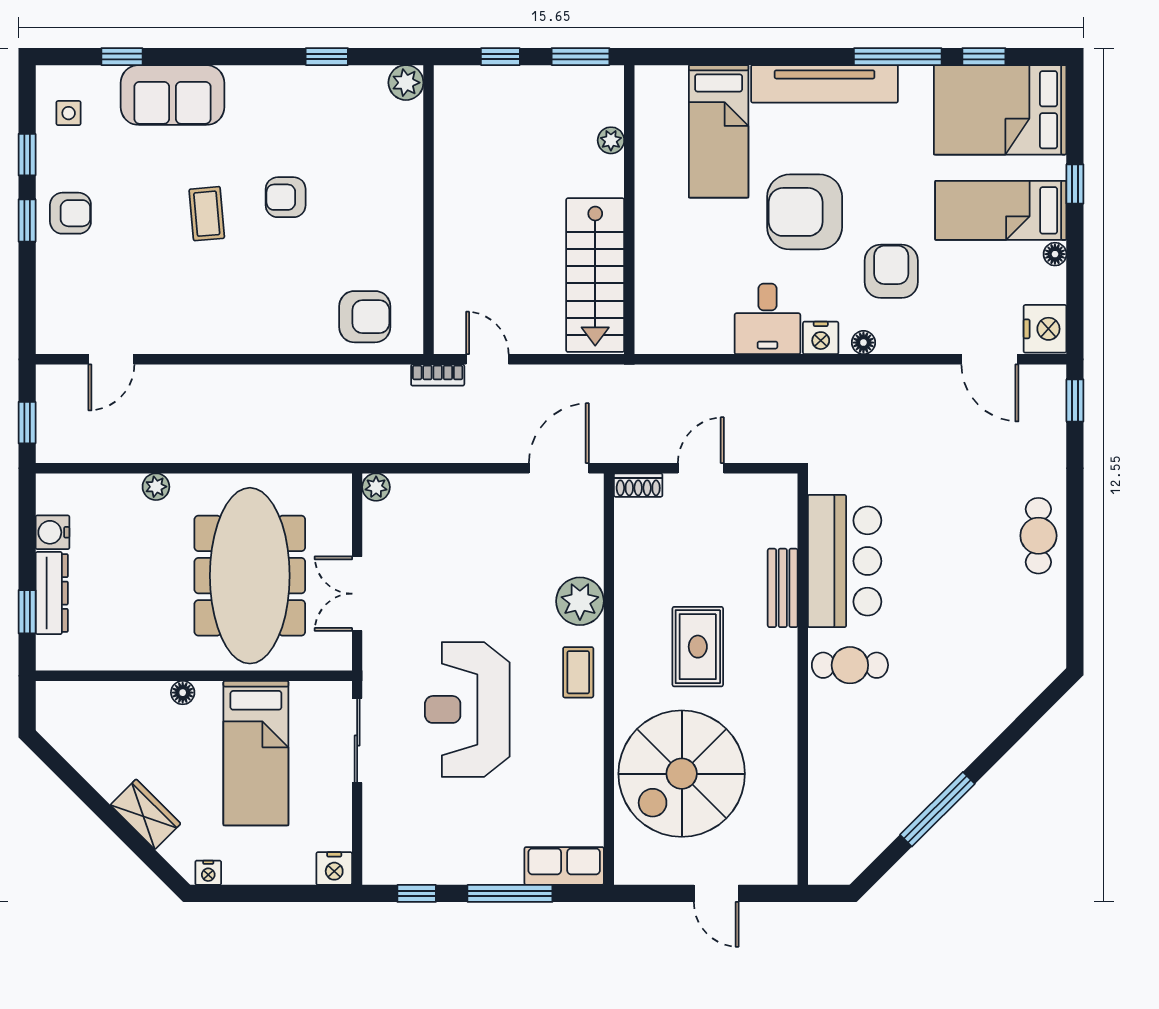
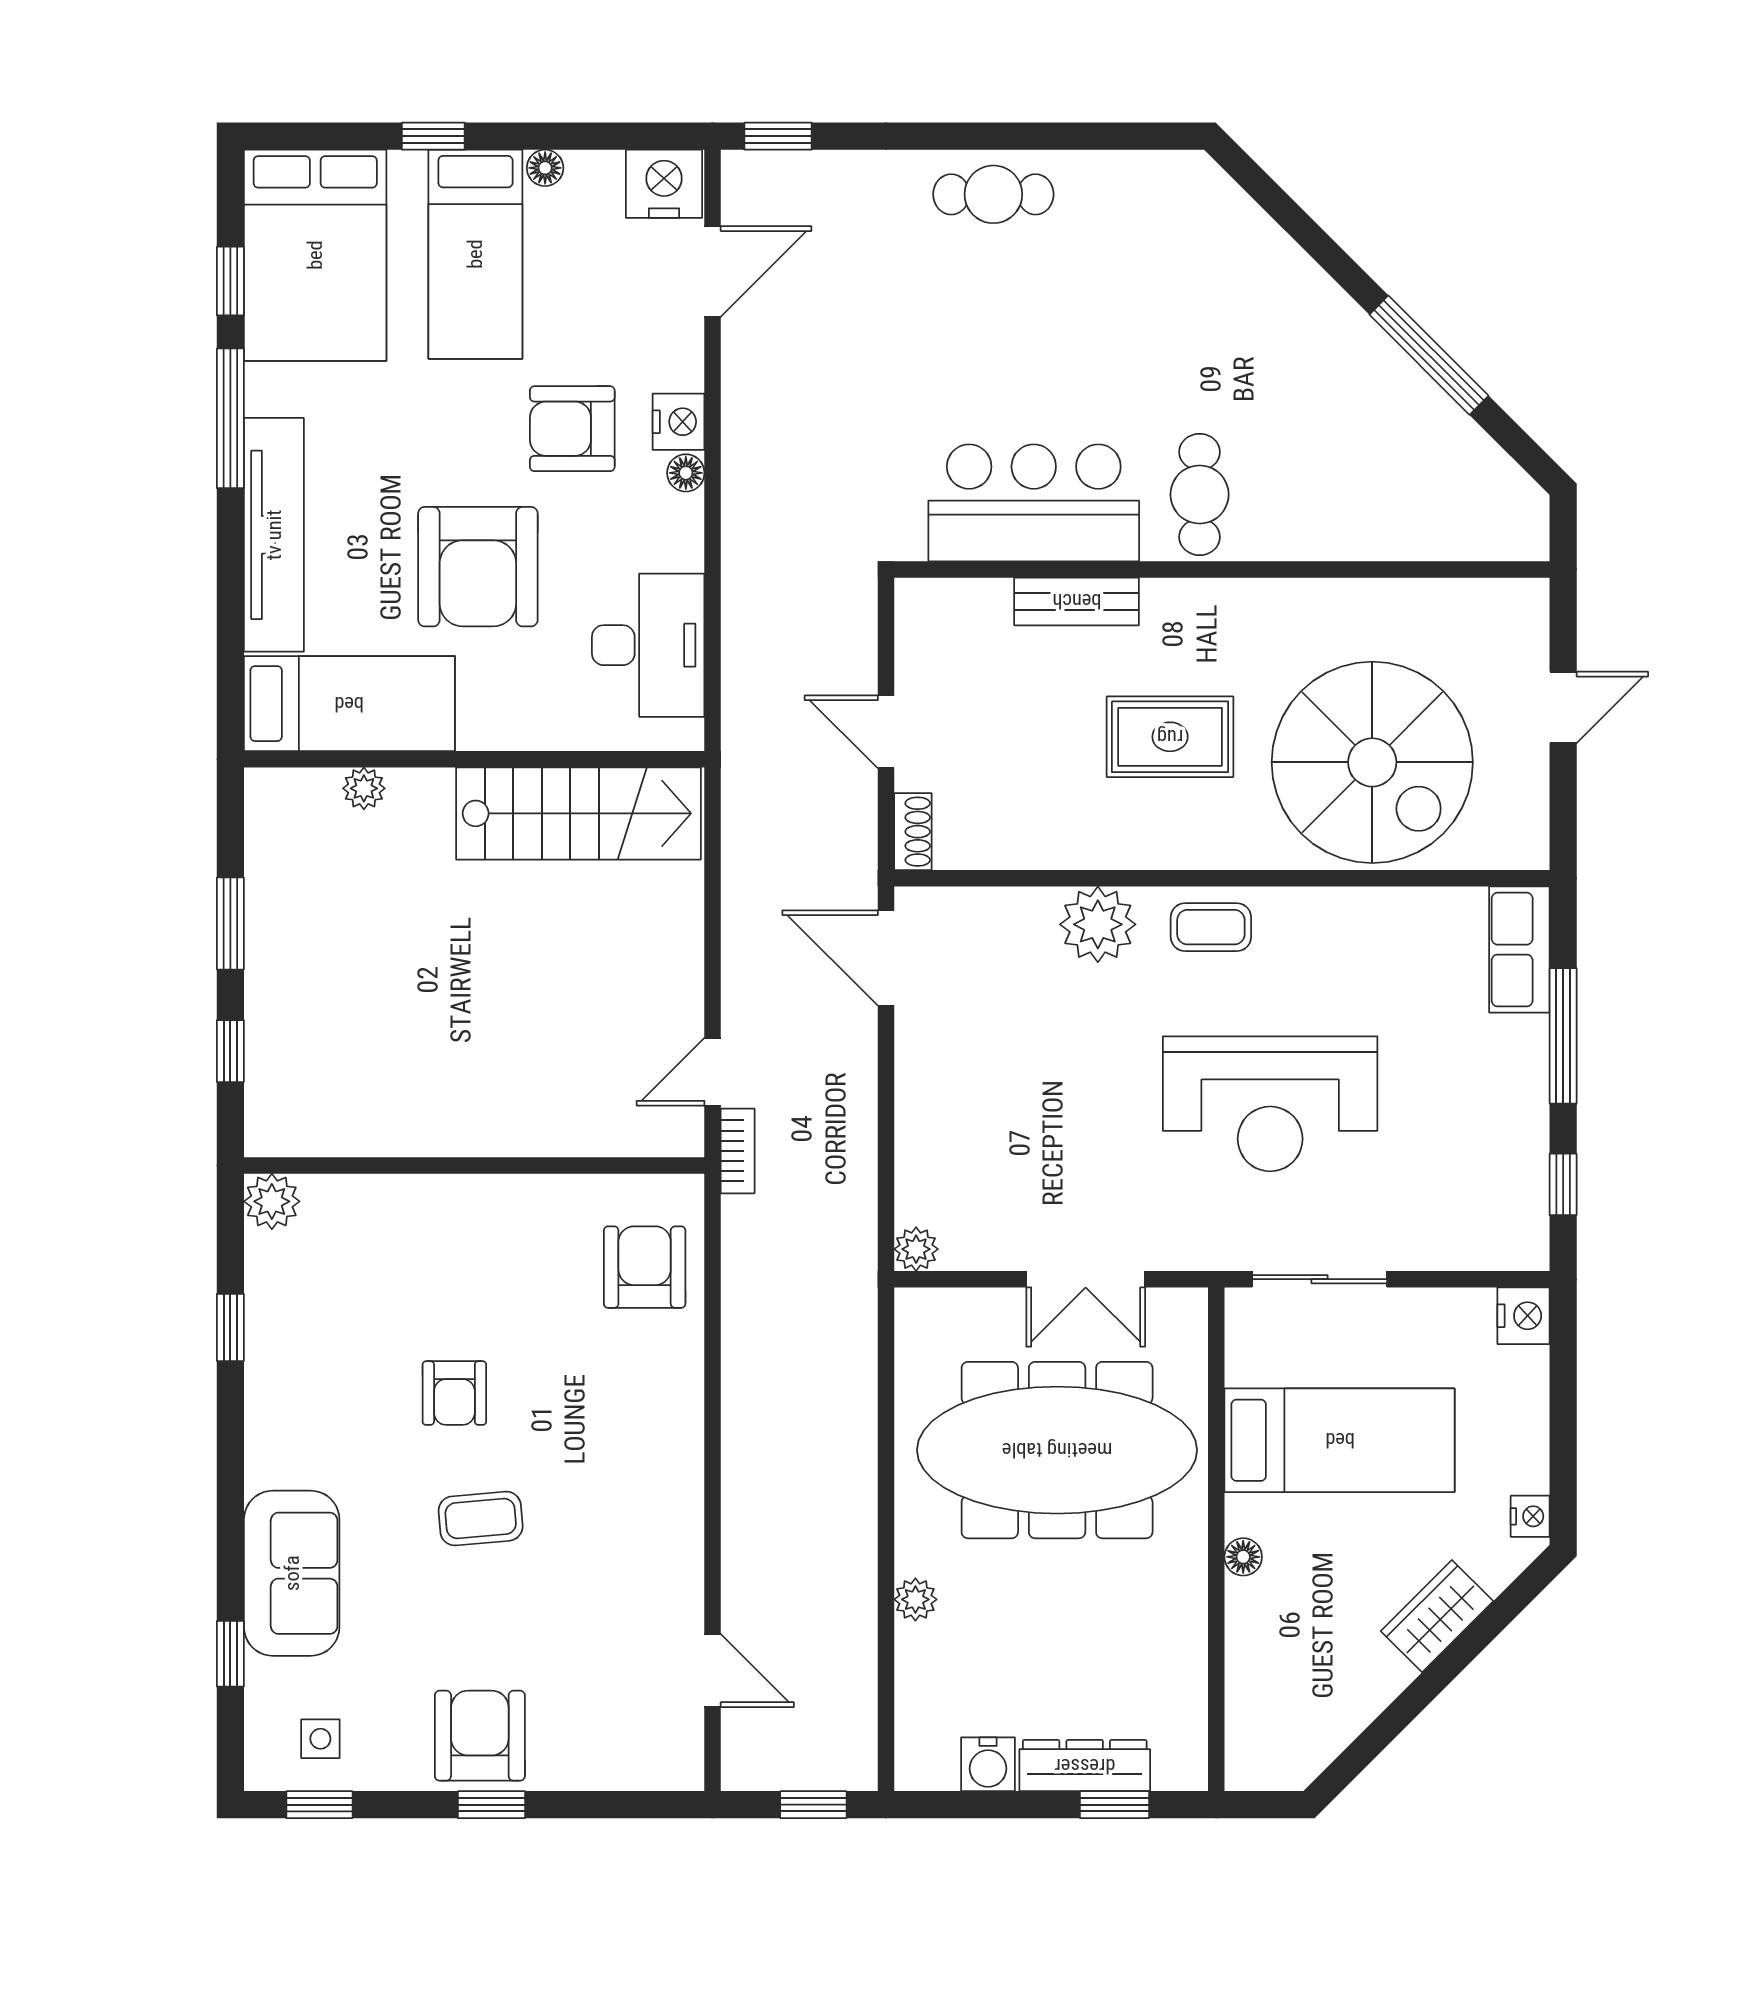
plant: (611, 140) -> (364, 788), moved
window: (27, 155) -> (319, 1805), moved
wall: (629, 210) -> (474, 759), moved
armchair: (70, 213) -> (480, 1736), width x1.38, depth x1.38
stairs: (595, 275) -> (578, 813), moved
desk: (767, 319) -> (648, 645), width x1.37
nightstand: (821, 338) -> (678, 422), moved

